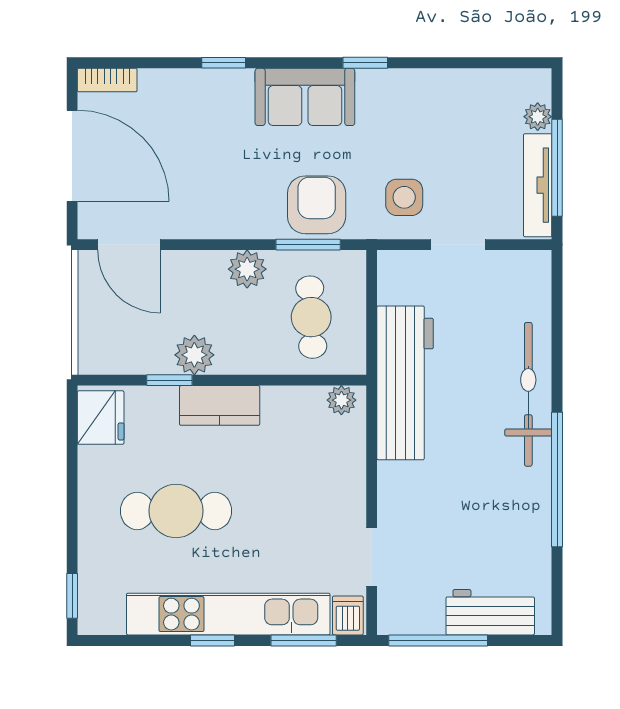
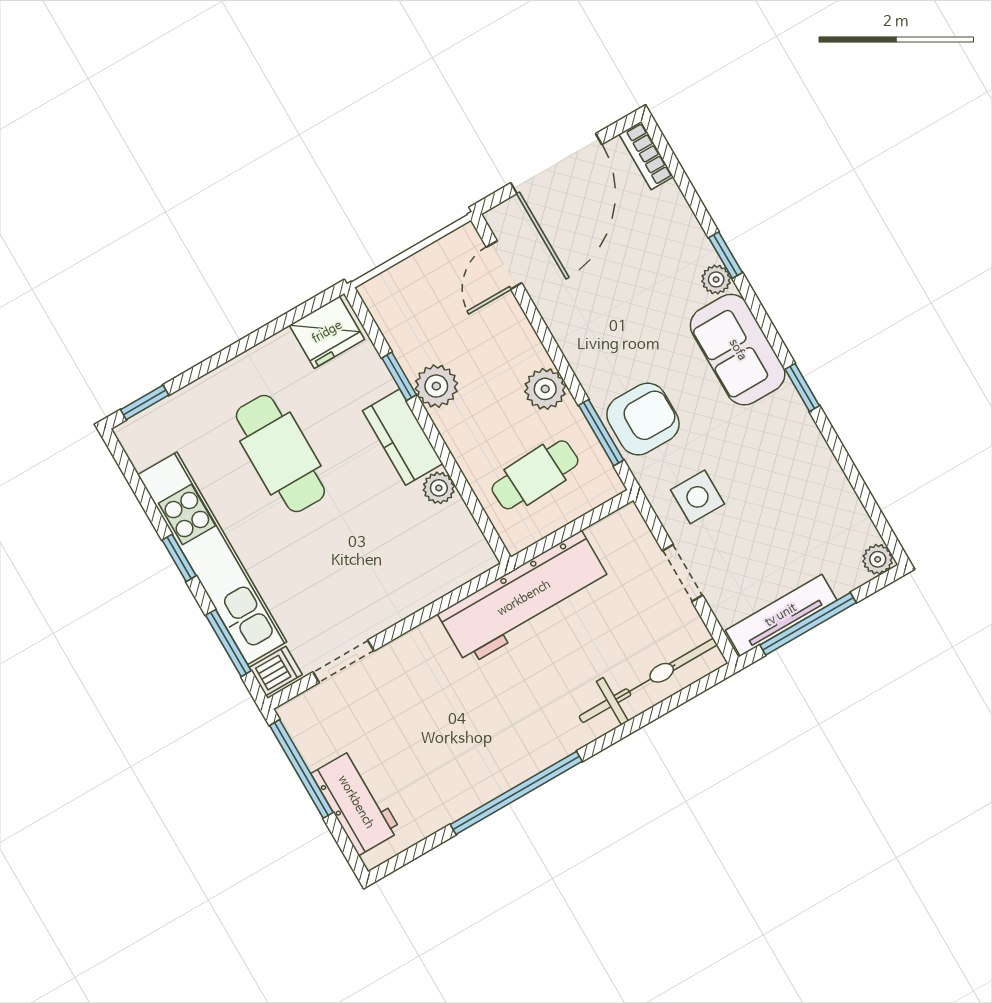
plant: (239, 82) -> (716, 279), added
plant: (538, 117) -> (878, 559), moved
door: (129, 245) -> (504, 265), width x0.73
bicycle: (528, 394) -> (648, 681), moved
plant: (341, 400) -> (439, 488), moved

